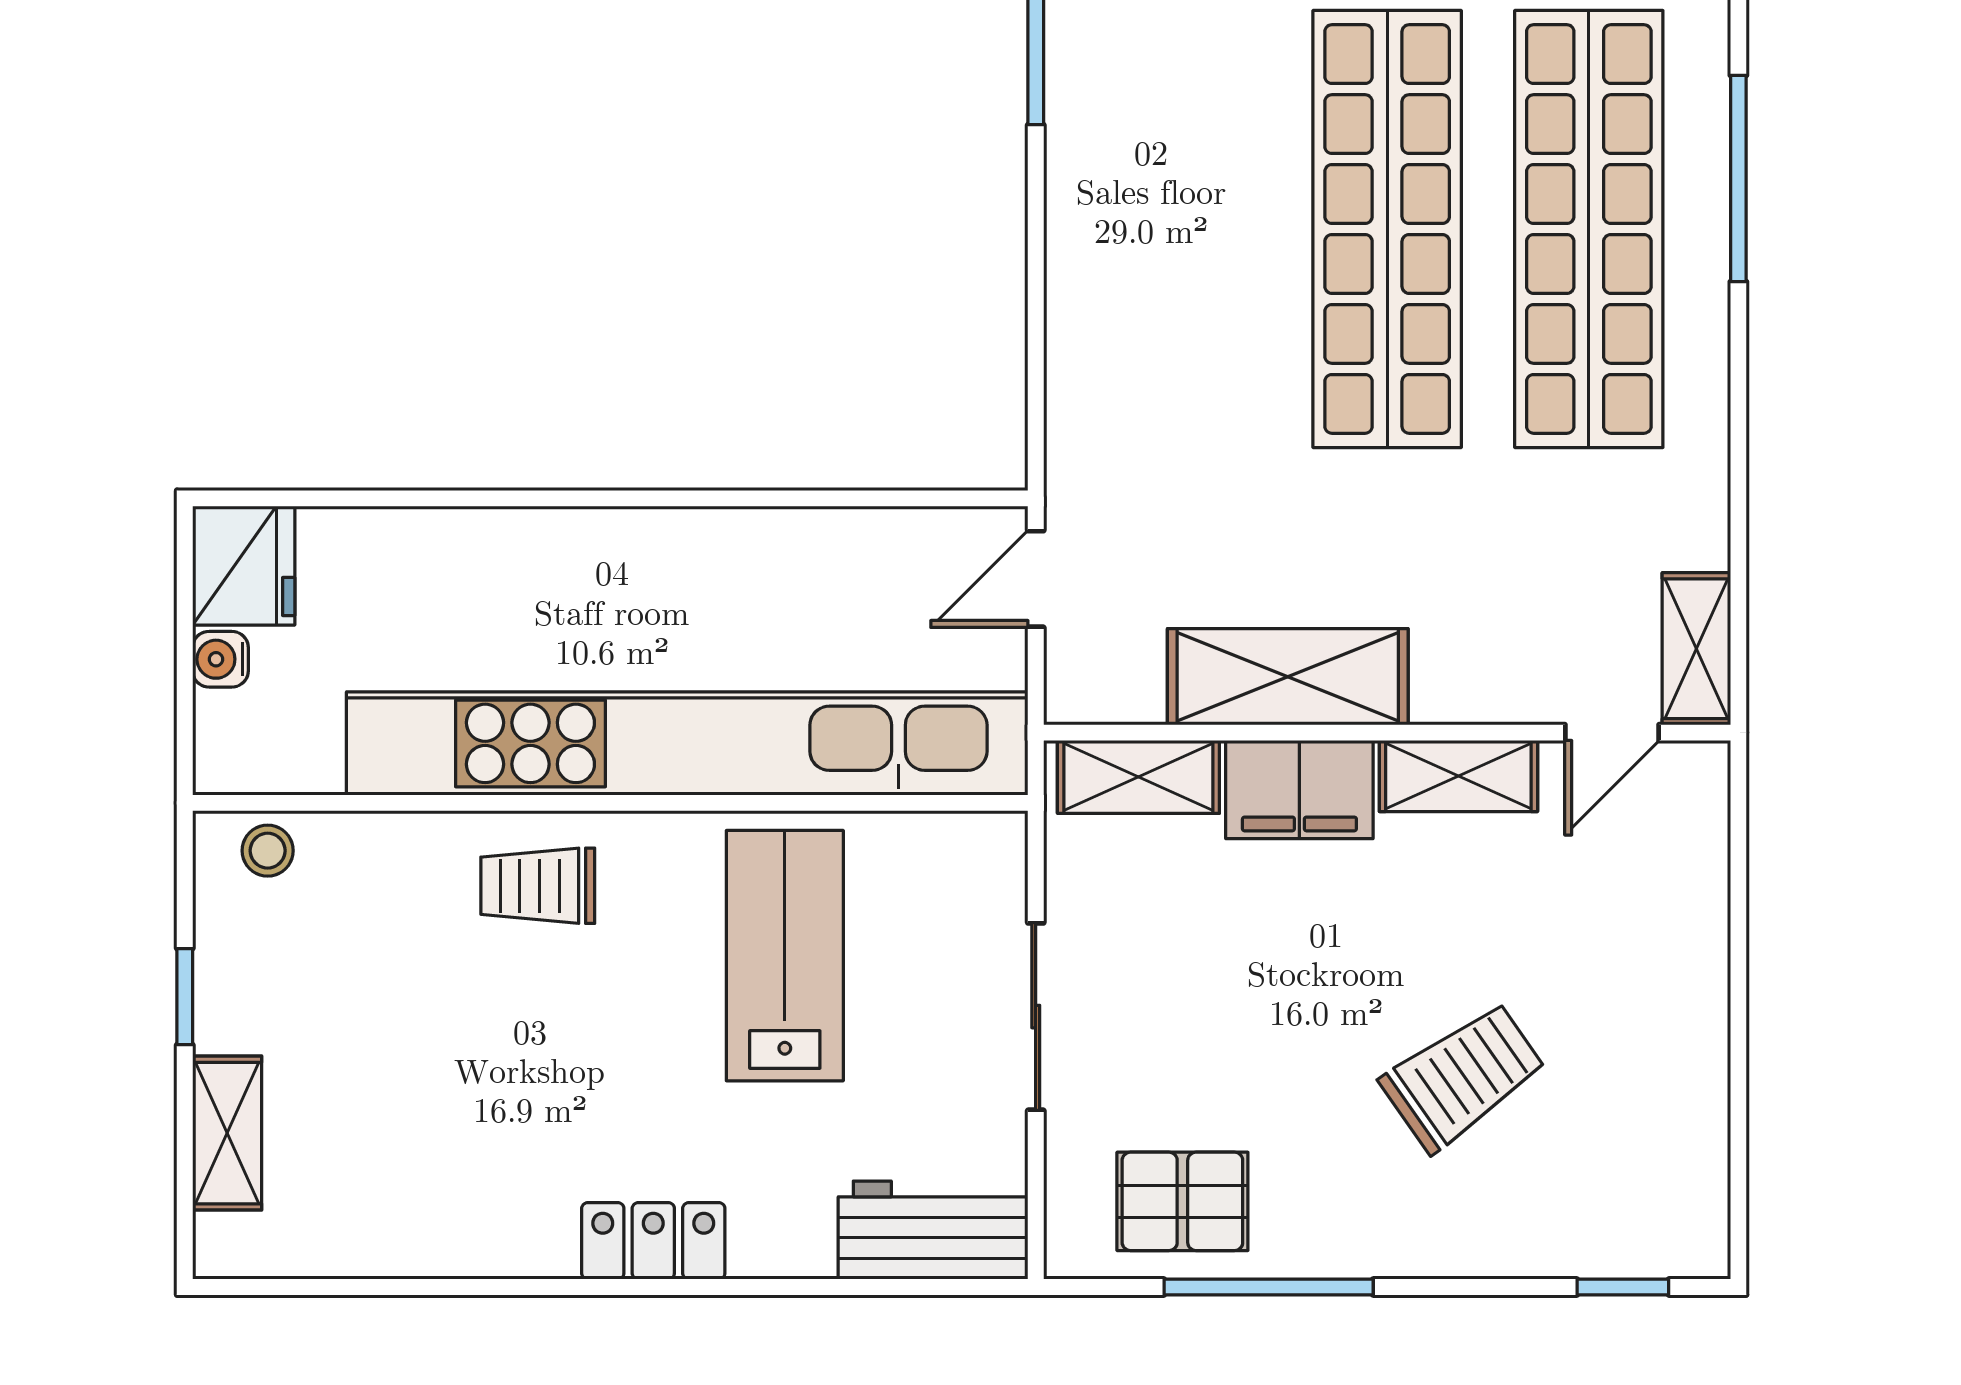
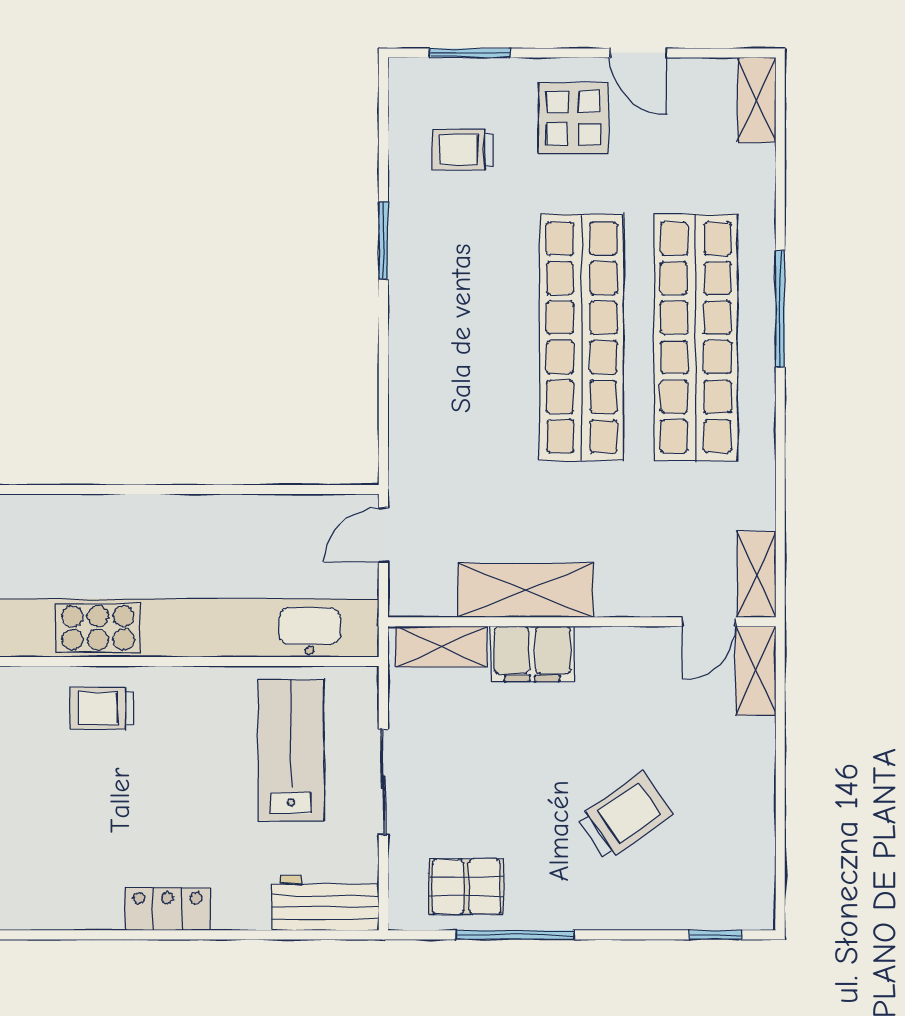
shelving: (1458, 776) -> (756, 671), moved, turned 90
lab bench: (785, 956) -> (291, 750), moved

